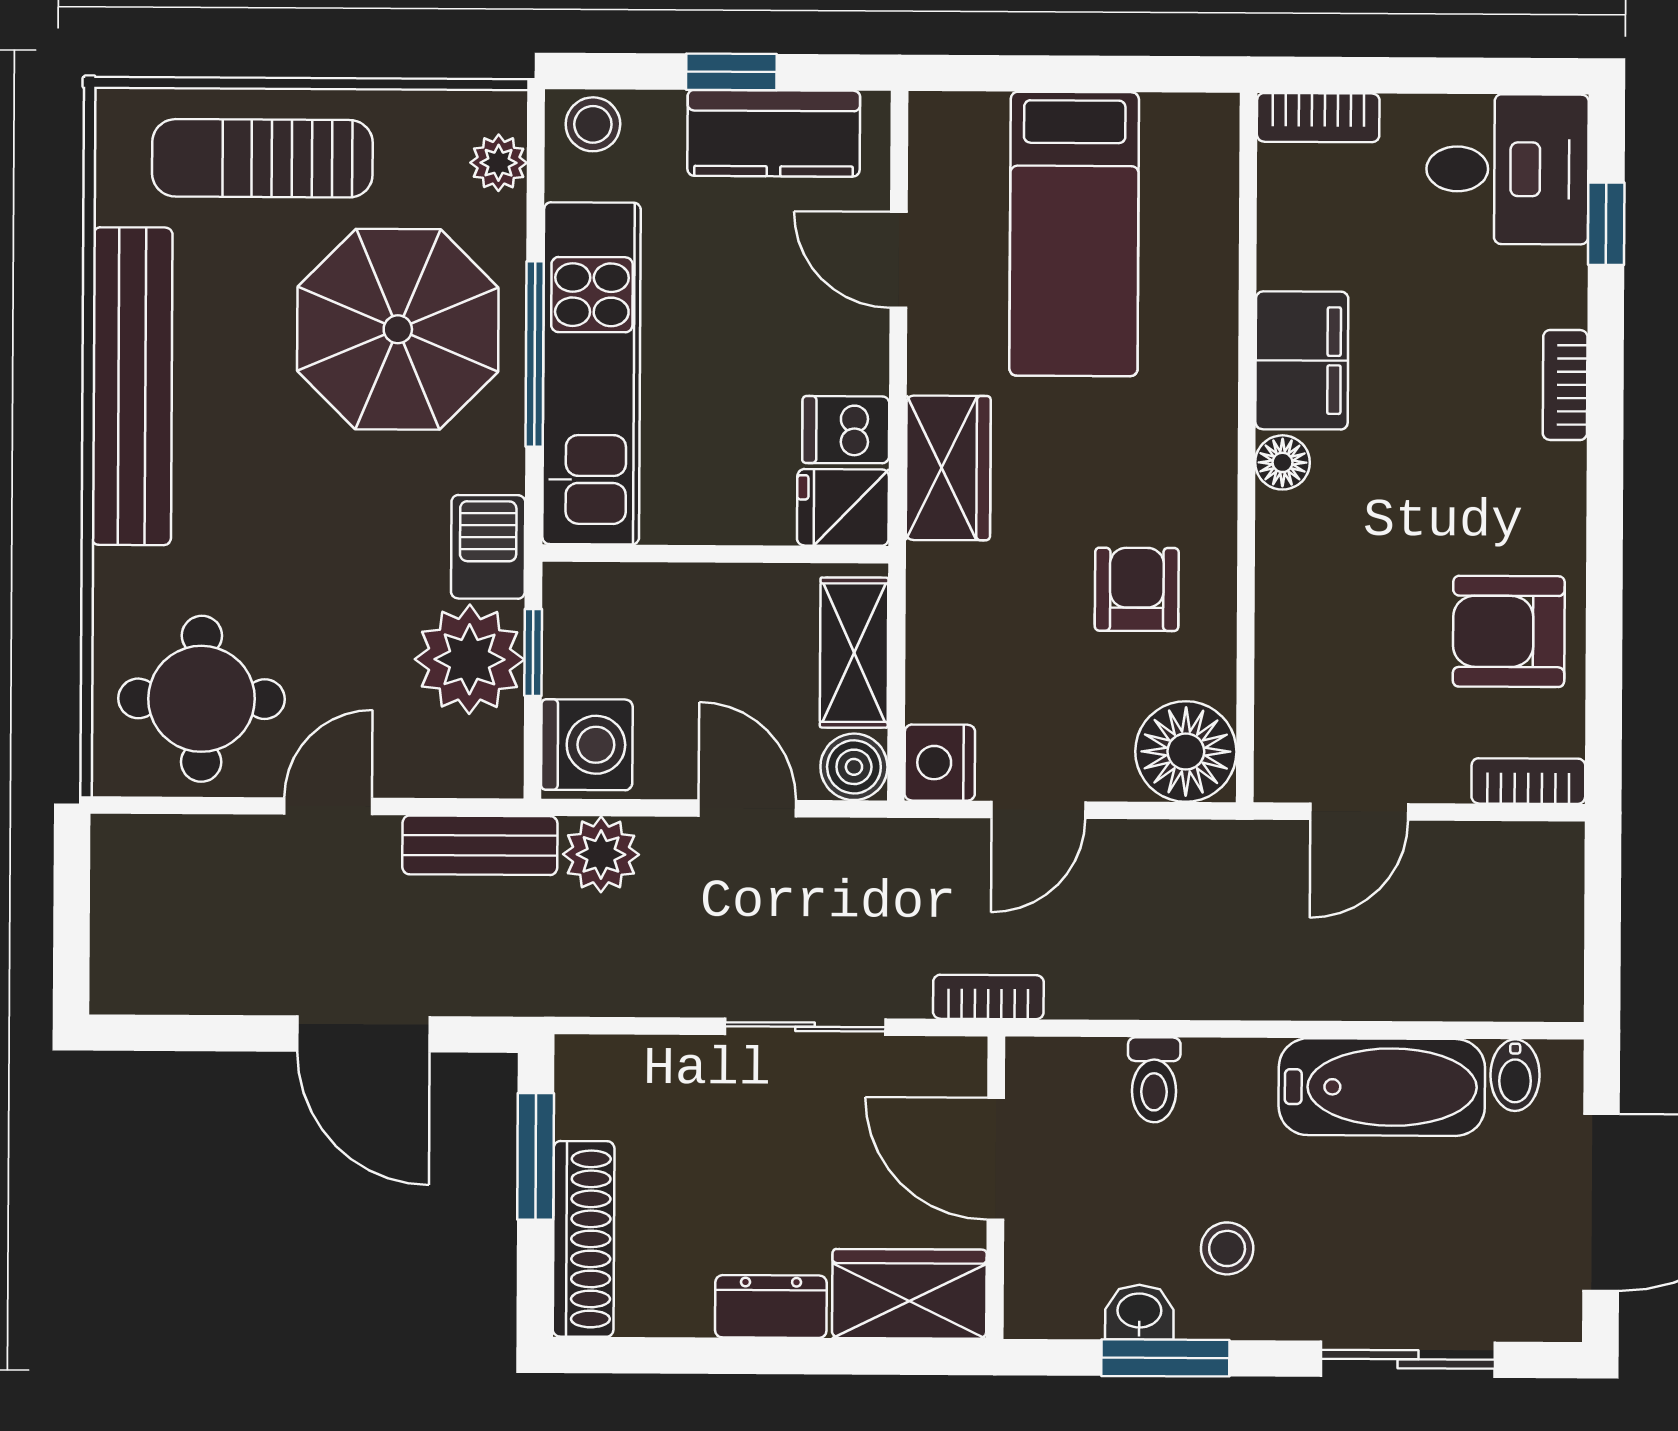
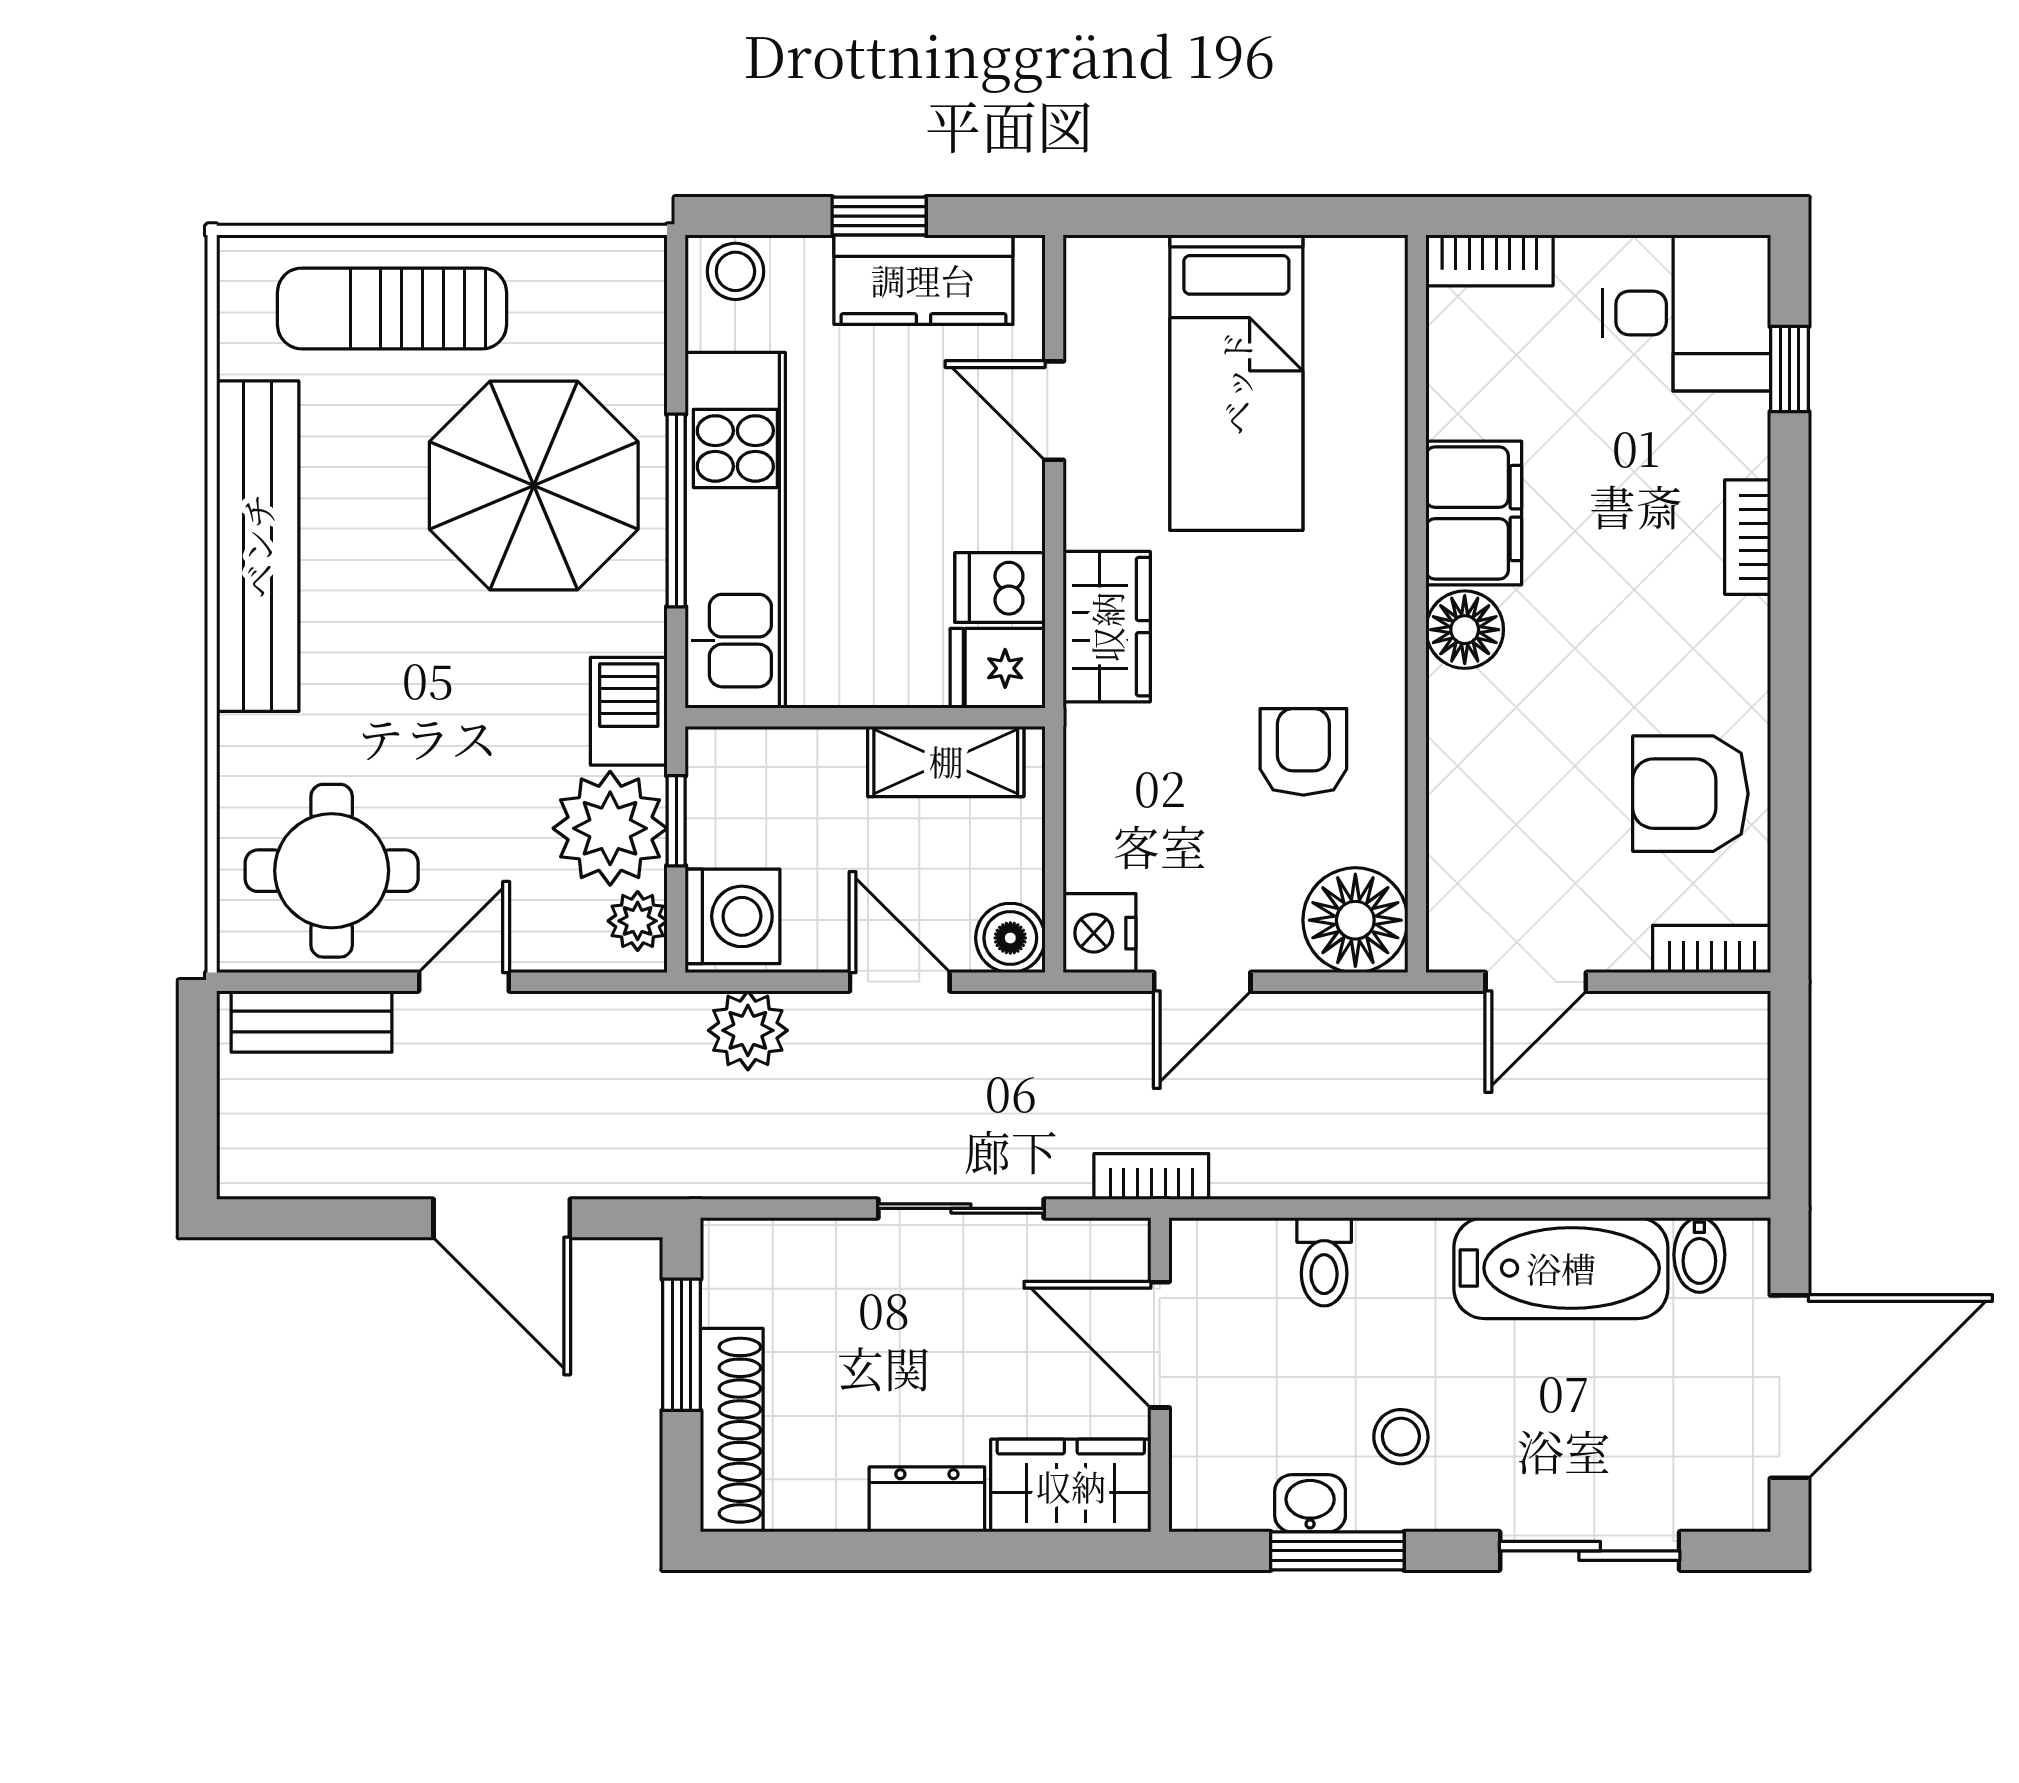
plant: (499, 163) -> (638, 921), moved
floor lamp: (1282, 462) -> (1465, 630), width x1.37, depth x1.37
shelving: (854, 653) -> (946, 761), moved, turned 90
bench: (480, 845) -> (312, 1021), moved

